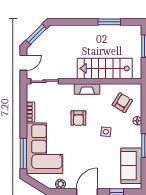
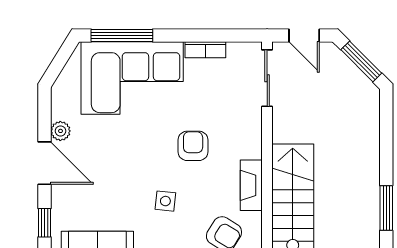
fireplace: (87, 89) -> (251, 185), moved
armchair: (78, 118) -> (193, 146), turned 90
plant: (60, 184) -> (60, 131), moved

